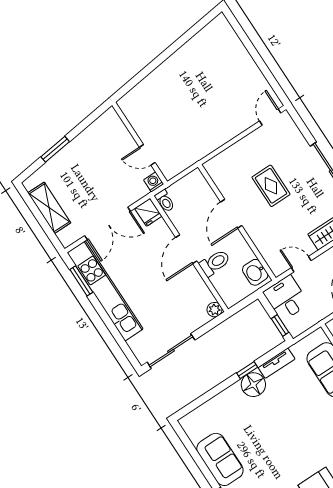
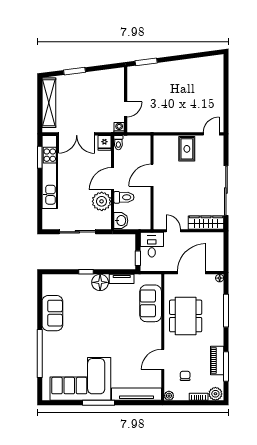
window: (134, 81) -> (146, 62), added
door: (147, 155) -> (126, 109), swing flipped
rug: (271, 186) -> (187, 149), moved
shelving: (49, 208) -> (49, 103), width x1.47
washbasin: (255, 272) -> (121, 221), moved, turned 180
plant: (214, 310) -> (102, 201), moved, width x1.88, depth x1.88
sliding door: (171, 351) -> (77, 232), moved
window: (247, 370) -> (86, 272), moved

